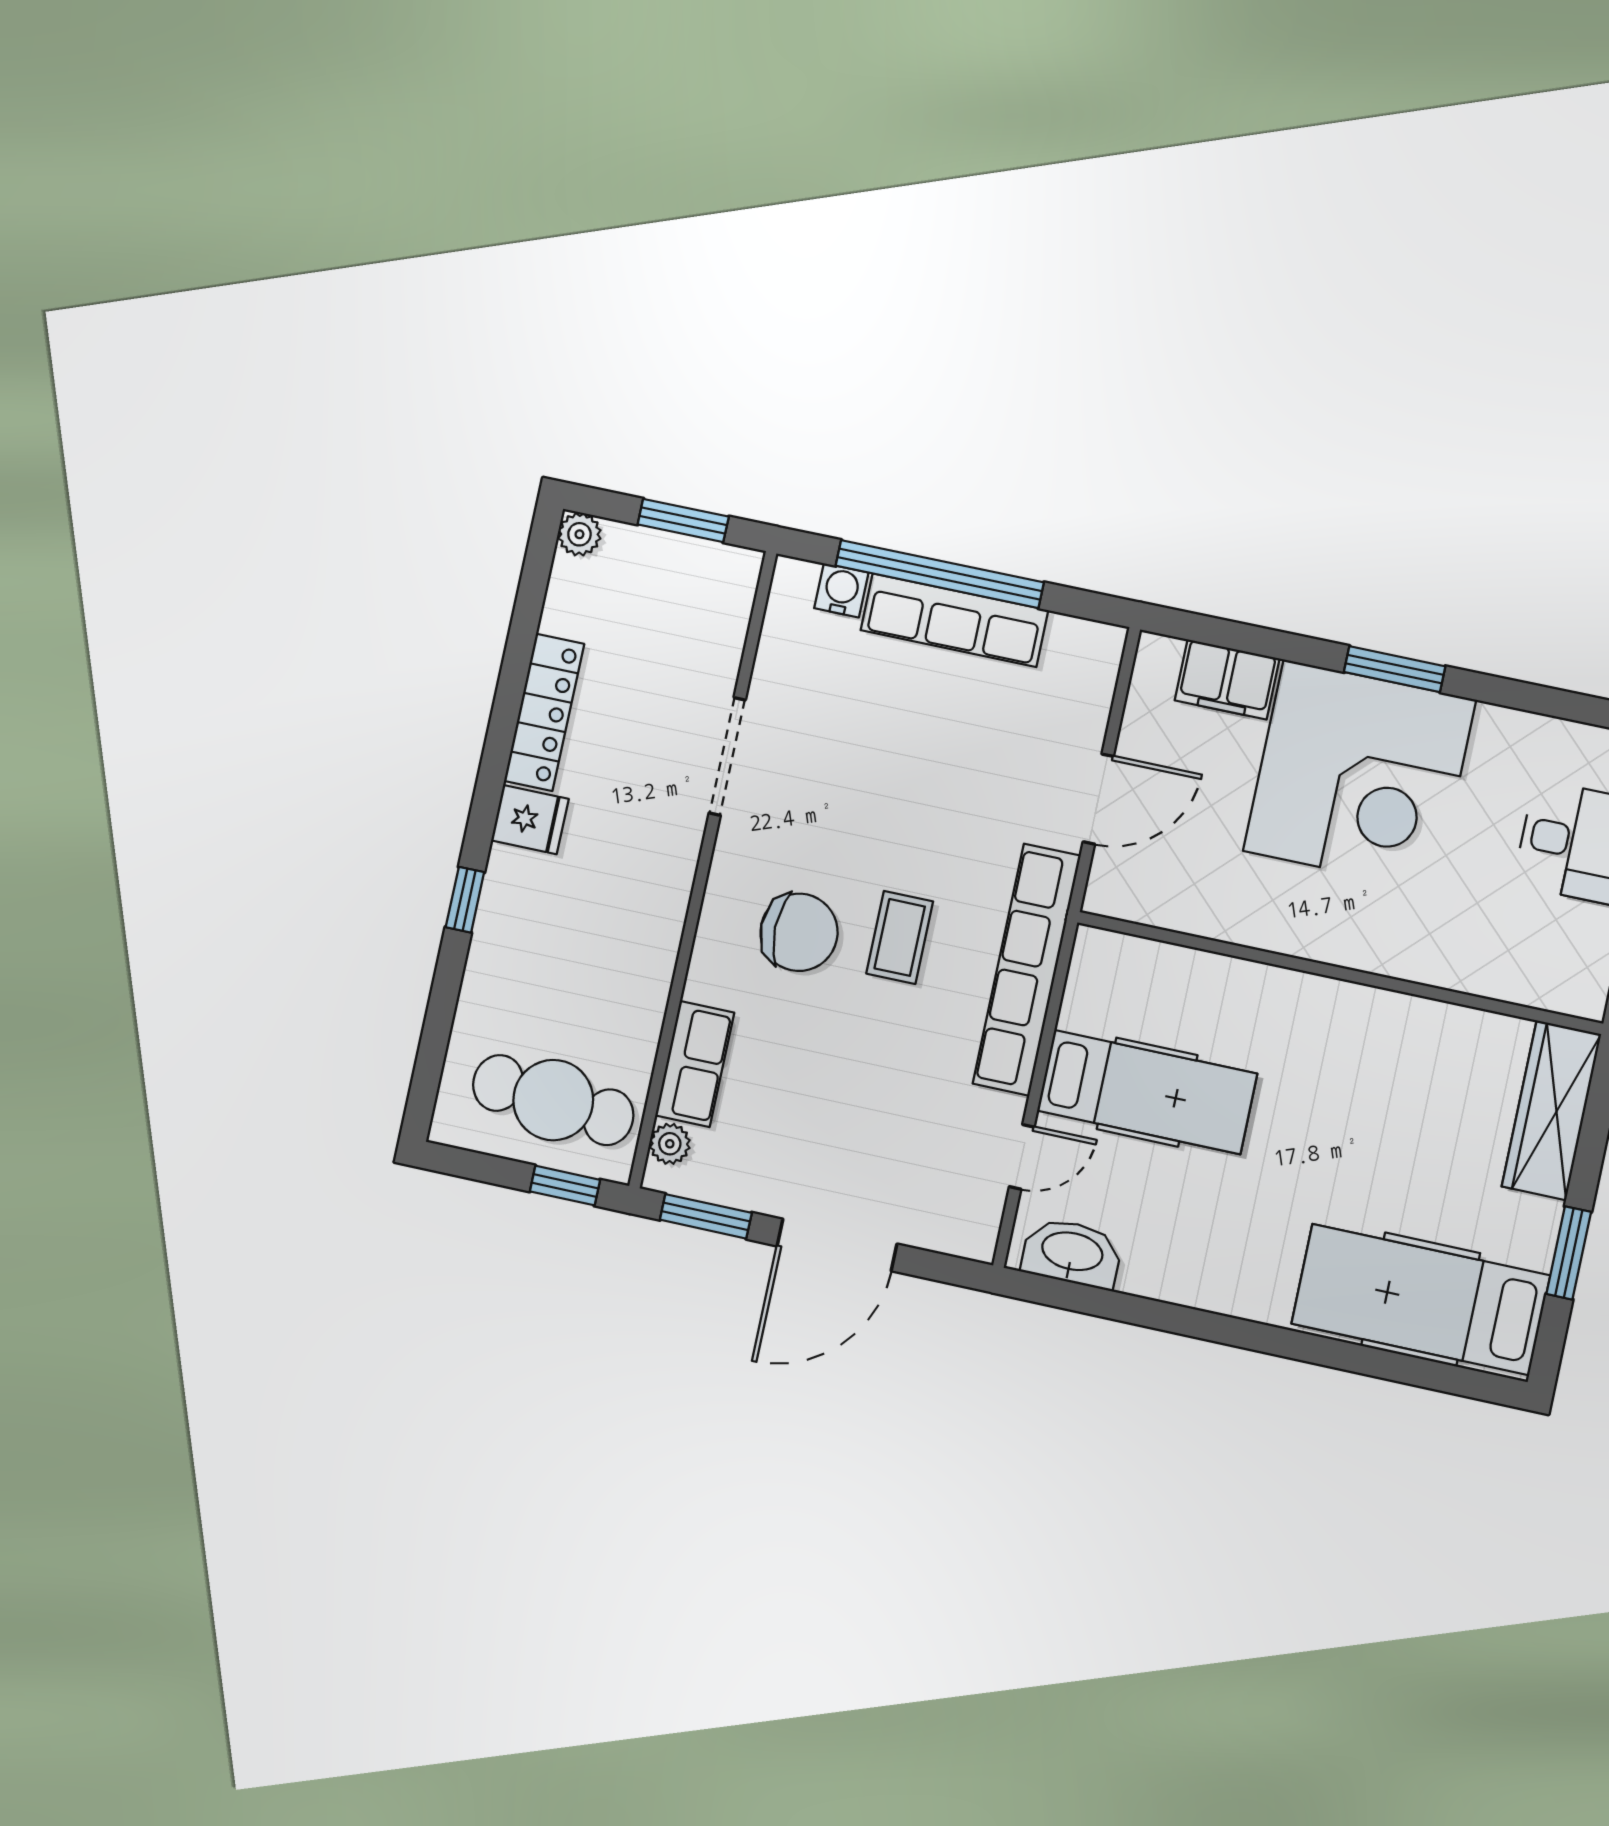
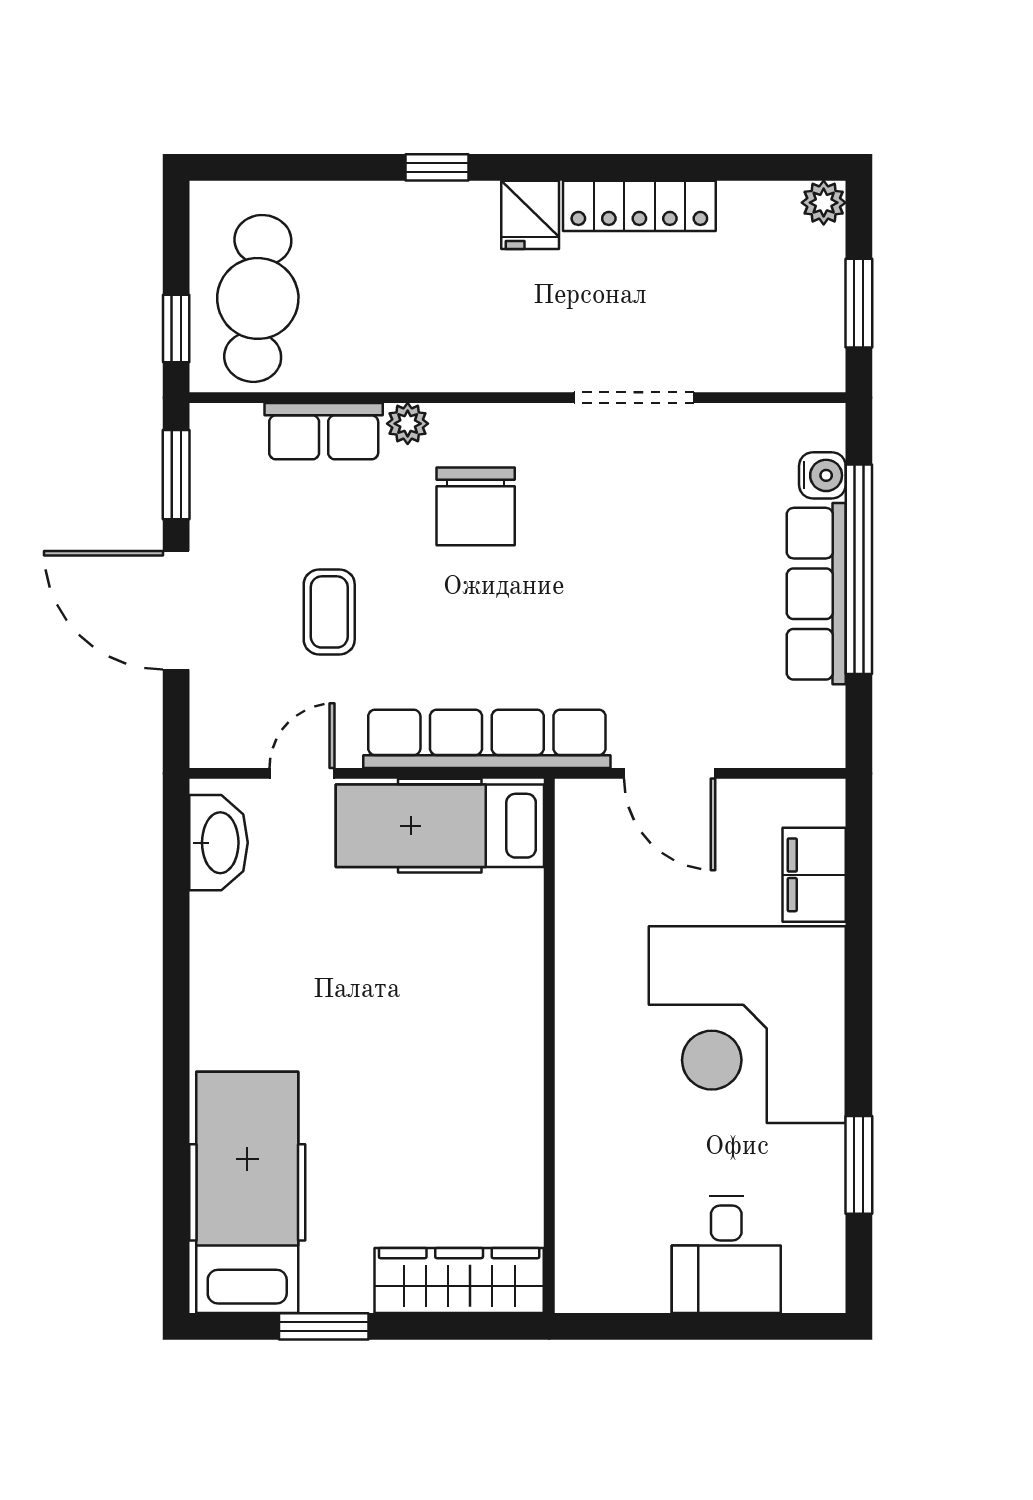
window: (1395, 669) -> (859, 1165), moved
coffee table: (900, 937) -> (329, 612), moved, turned 90
hospital bed: (1147, 1092) -> (440, 826), moved, turned 90
plant: (670, 1144) -> (408, 424), moved
door: (1022, 1157) -> (302, 773), swing flipped

